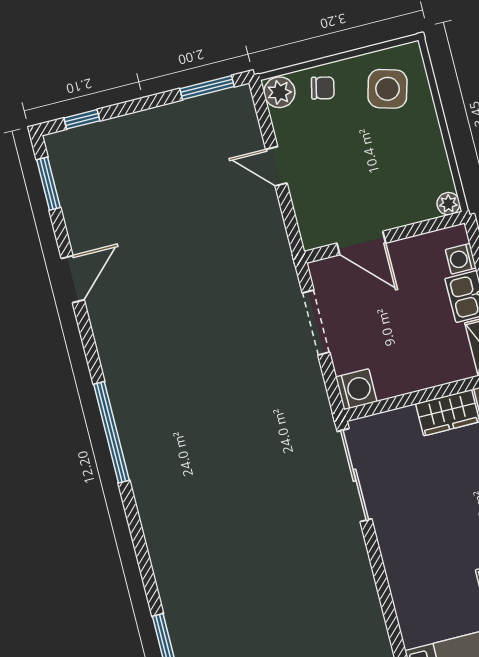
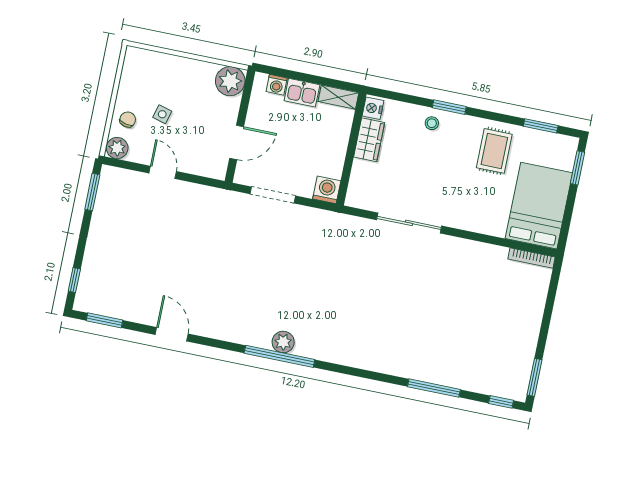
side table: (387, 89) -> (162, 114), moved, width x0.54, depth x0.54
door: (276, 166) -> (163, 172), swing flipped
plant: (448, 204) -> (230, 81), width x1.88, depth x1.88
plant: (132, 428) -> (283, 342), added
sliding door: (355, 475) -> (409, 223), moved

